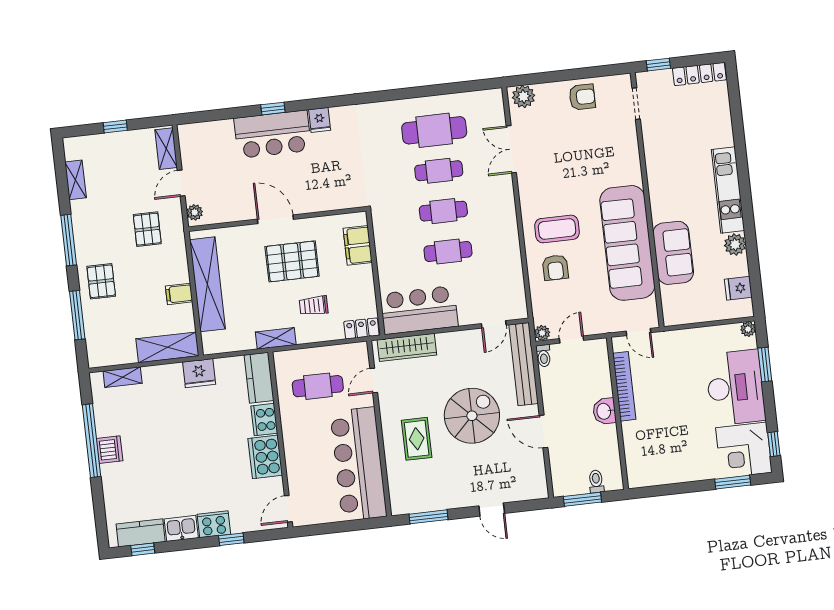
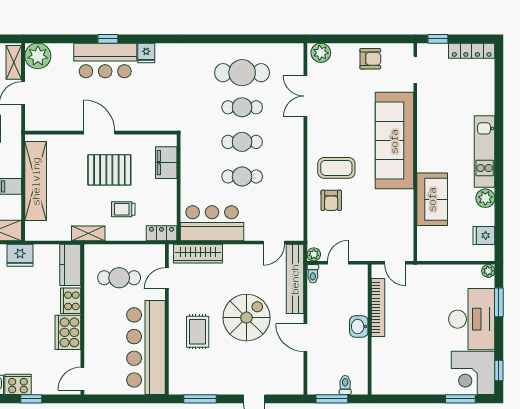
plant: (195, 212) -> (38, 56), moved, width x1.87, depth x1.87
sofa: (627, 243) -> (394, 141), moved

